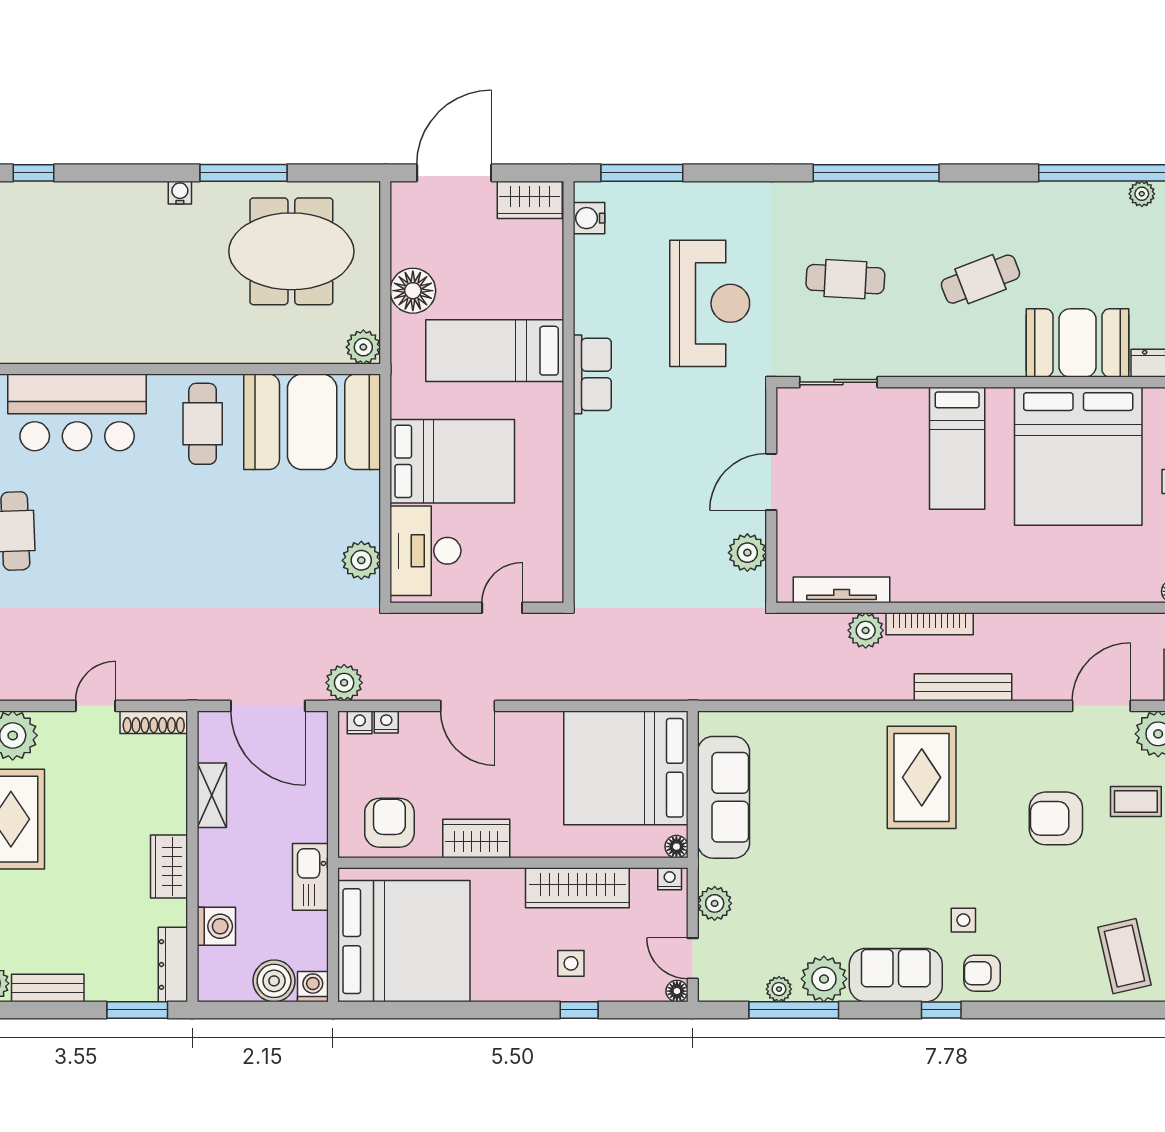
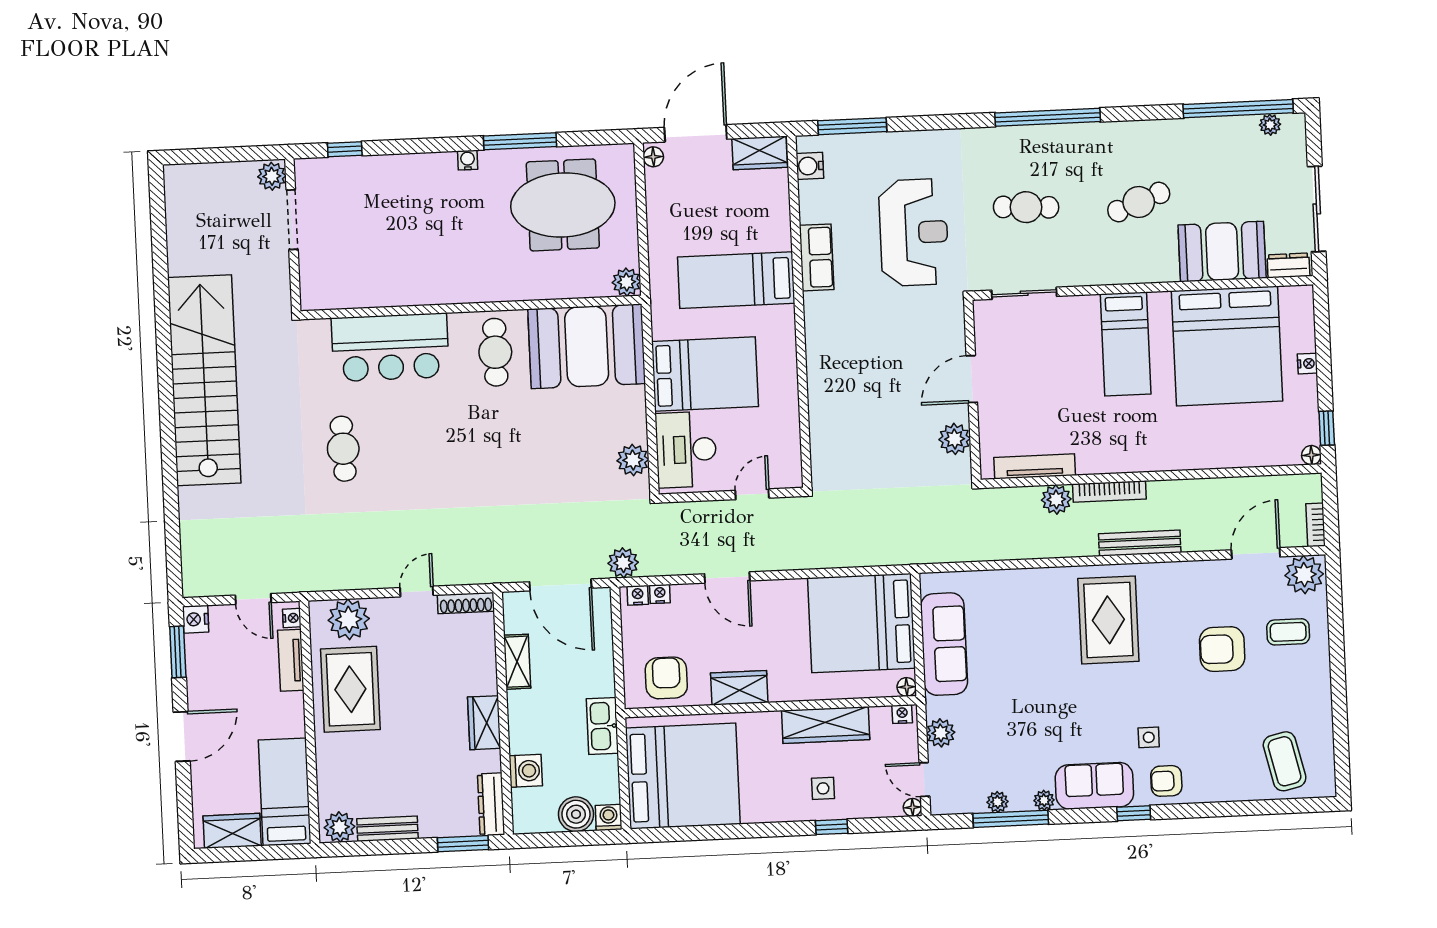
floor lamp: (413, 291) -> (653, 157), moved, width x0.53, depth x0.53
row of seats: (592, 374) -> (817, 257), moved
plant: (824, 979) -> (1044, 800), width x0.53, depth x0.53

